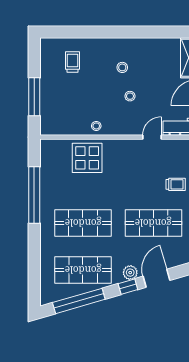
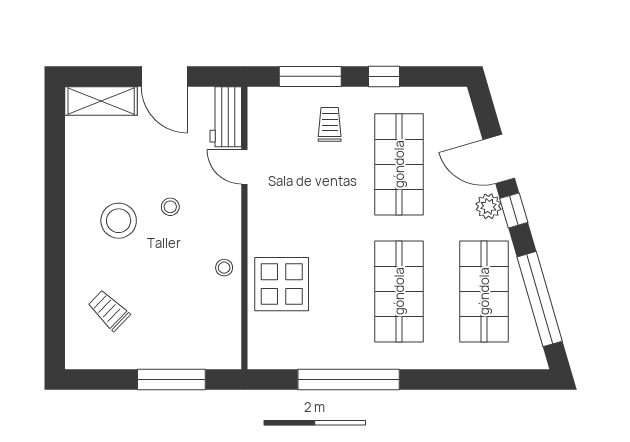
trolley: (73, 62) -> (109, 310), turned 44
stool: (122, 67) -> (119, 221), width x1.89, depth x1.89

